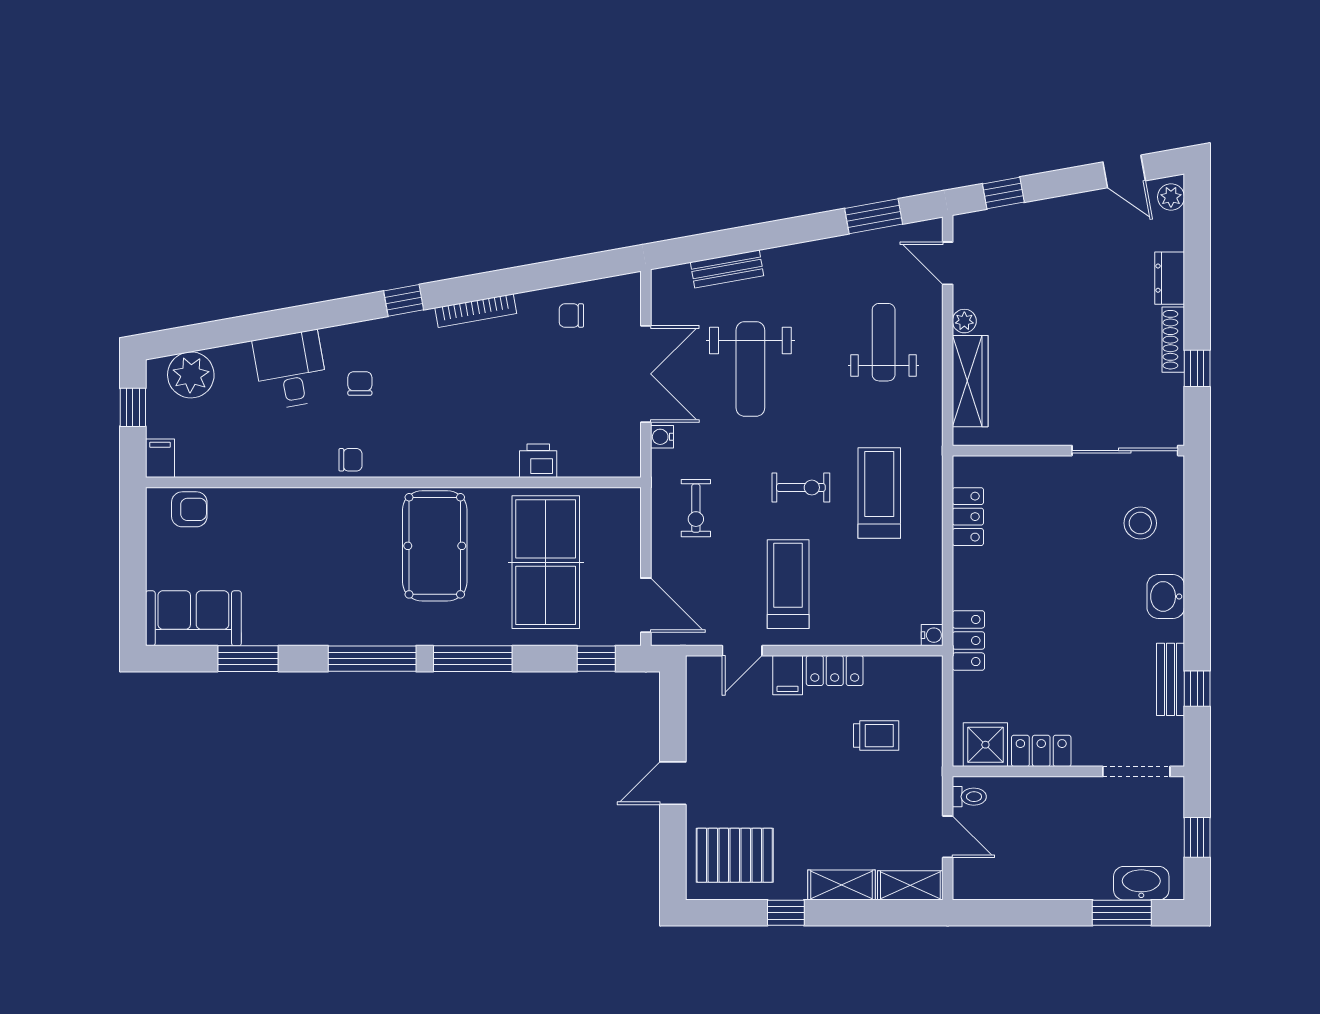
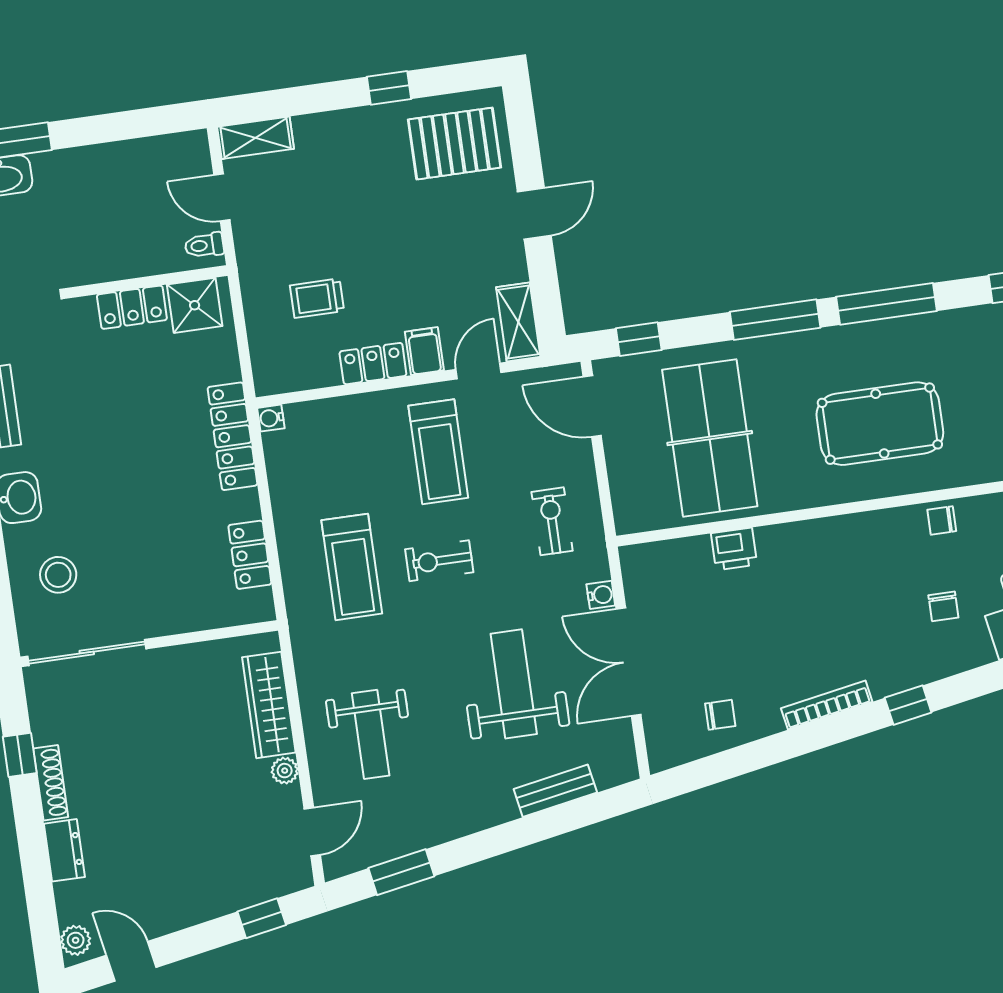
door: (948, 263) -> (312, 832), hinge flipped
pool table: (435, 546) -> (880, 424), moved, turned 90
locker: (968, 641) -> (232, 436), width x1.53
shelving: (841, 885) -> (518, 322), moved, turned 90

